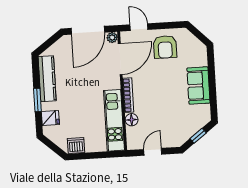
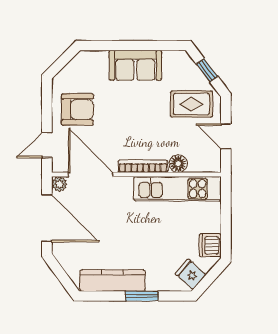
fridge: (50, 118) -> (191, 274), moved, turned -48
rug: (174, 126) -> (191, 104), added

